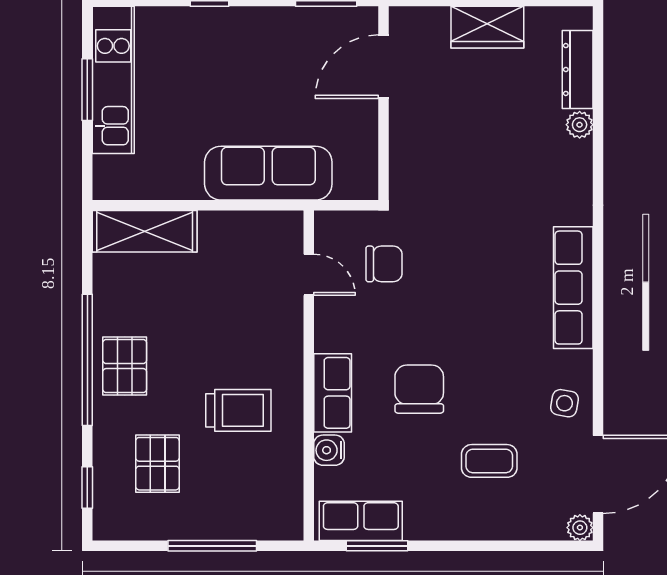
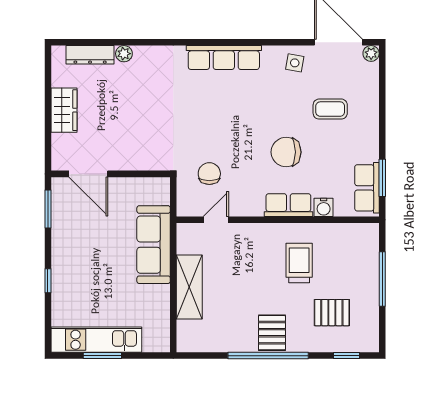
shelving: (145, 231) -> (189, 287), moved
pallet: (125, 366) -> (272, 333), turned 90
coffee table: (489, 461) -> (330, 109), turned 90

